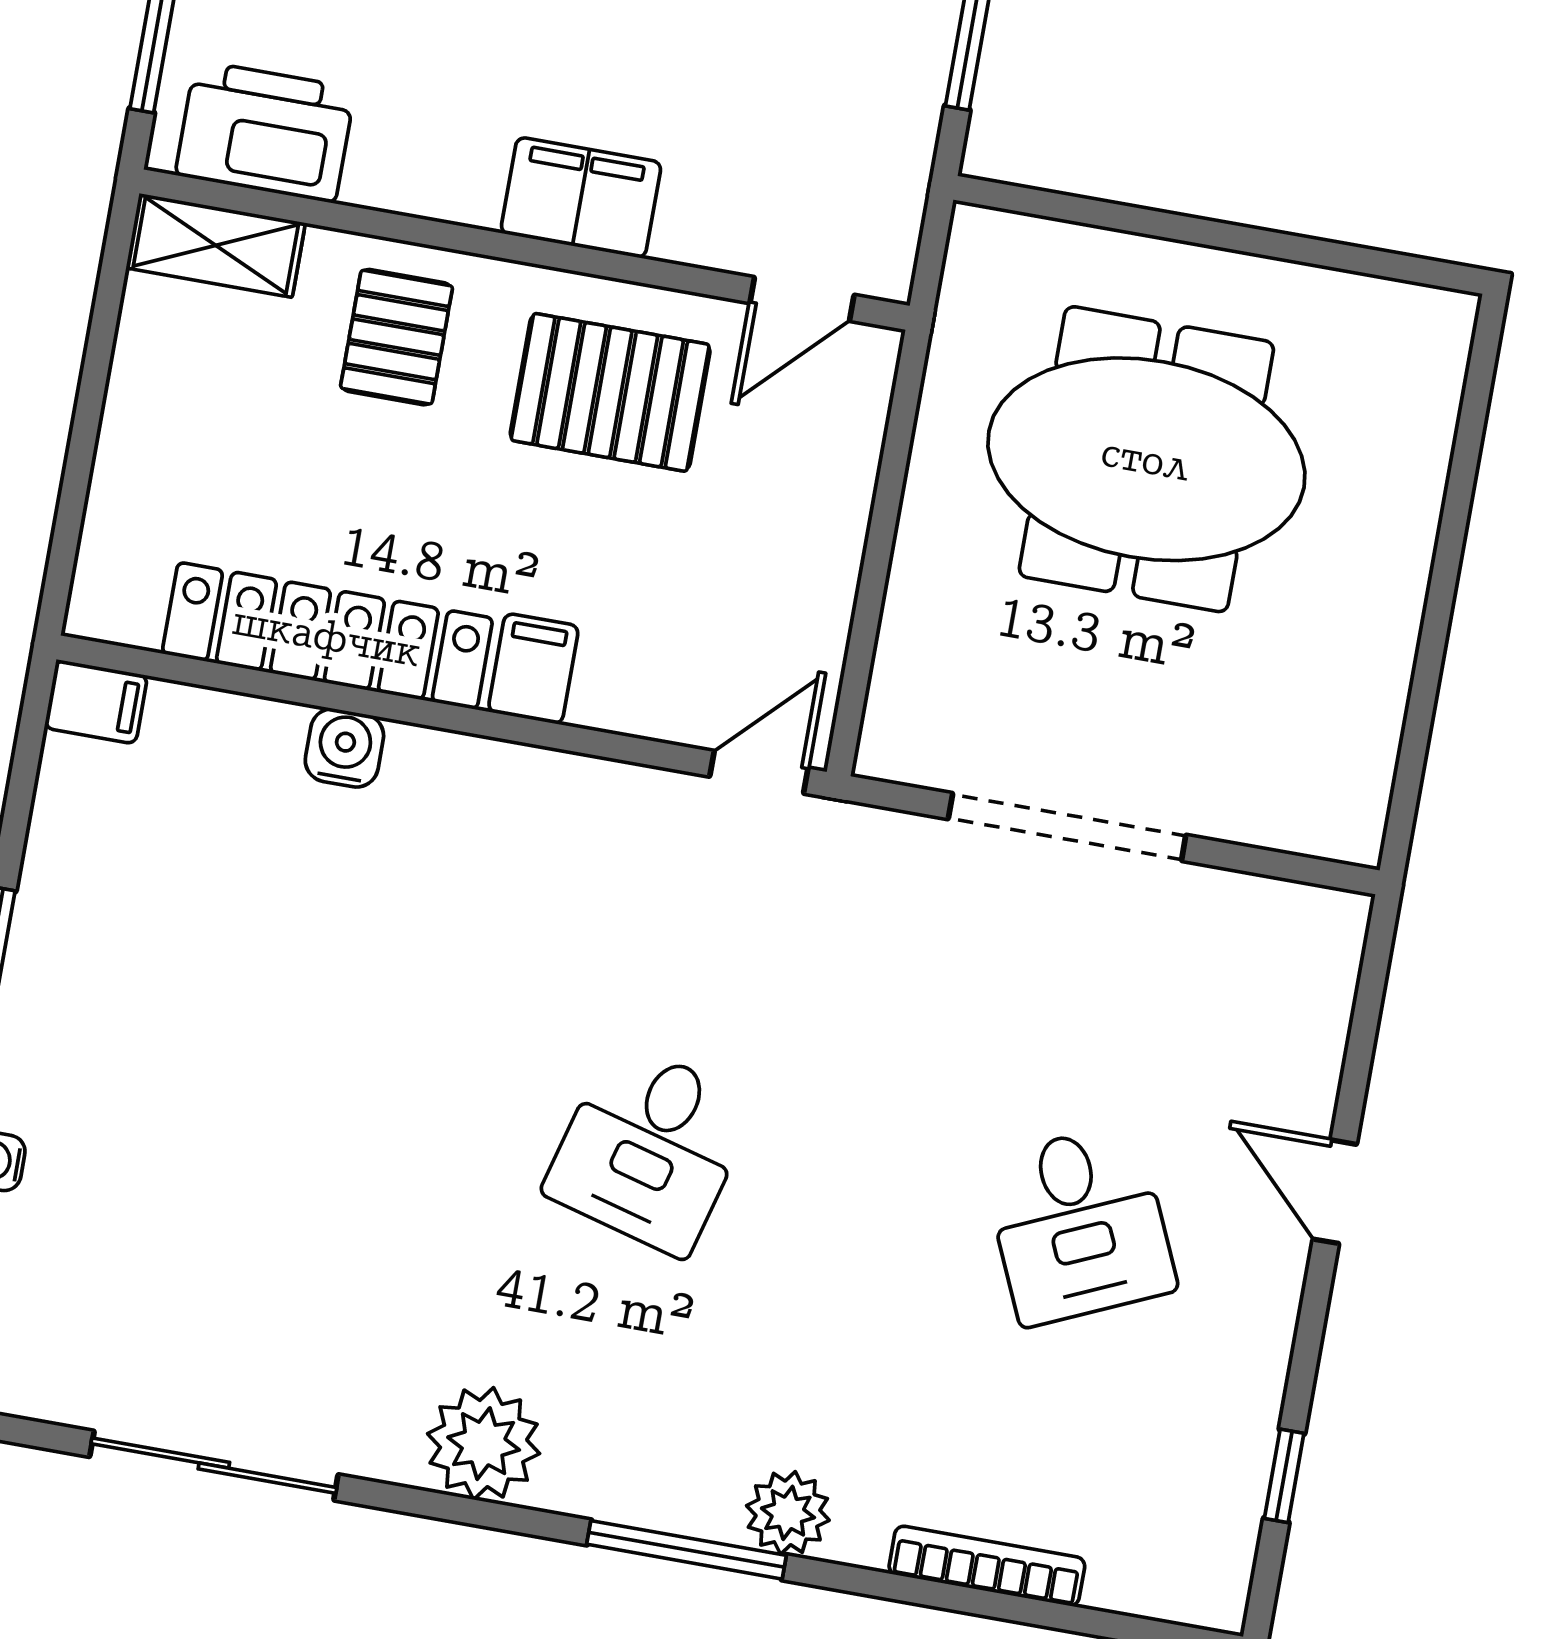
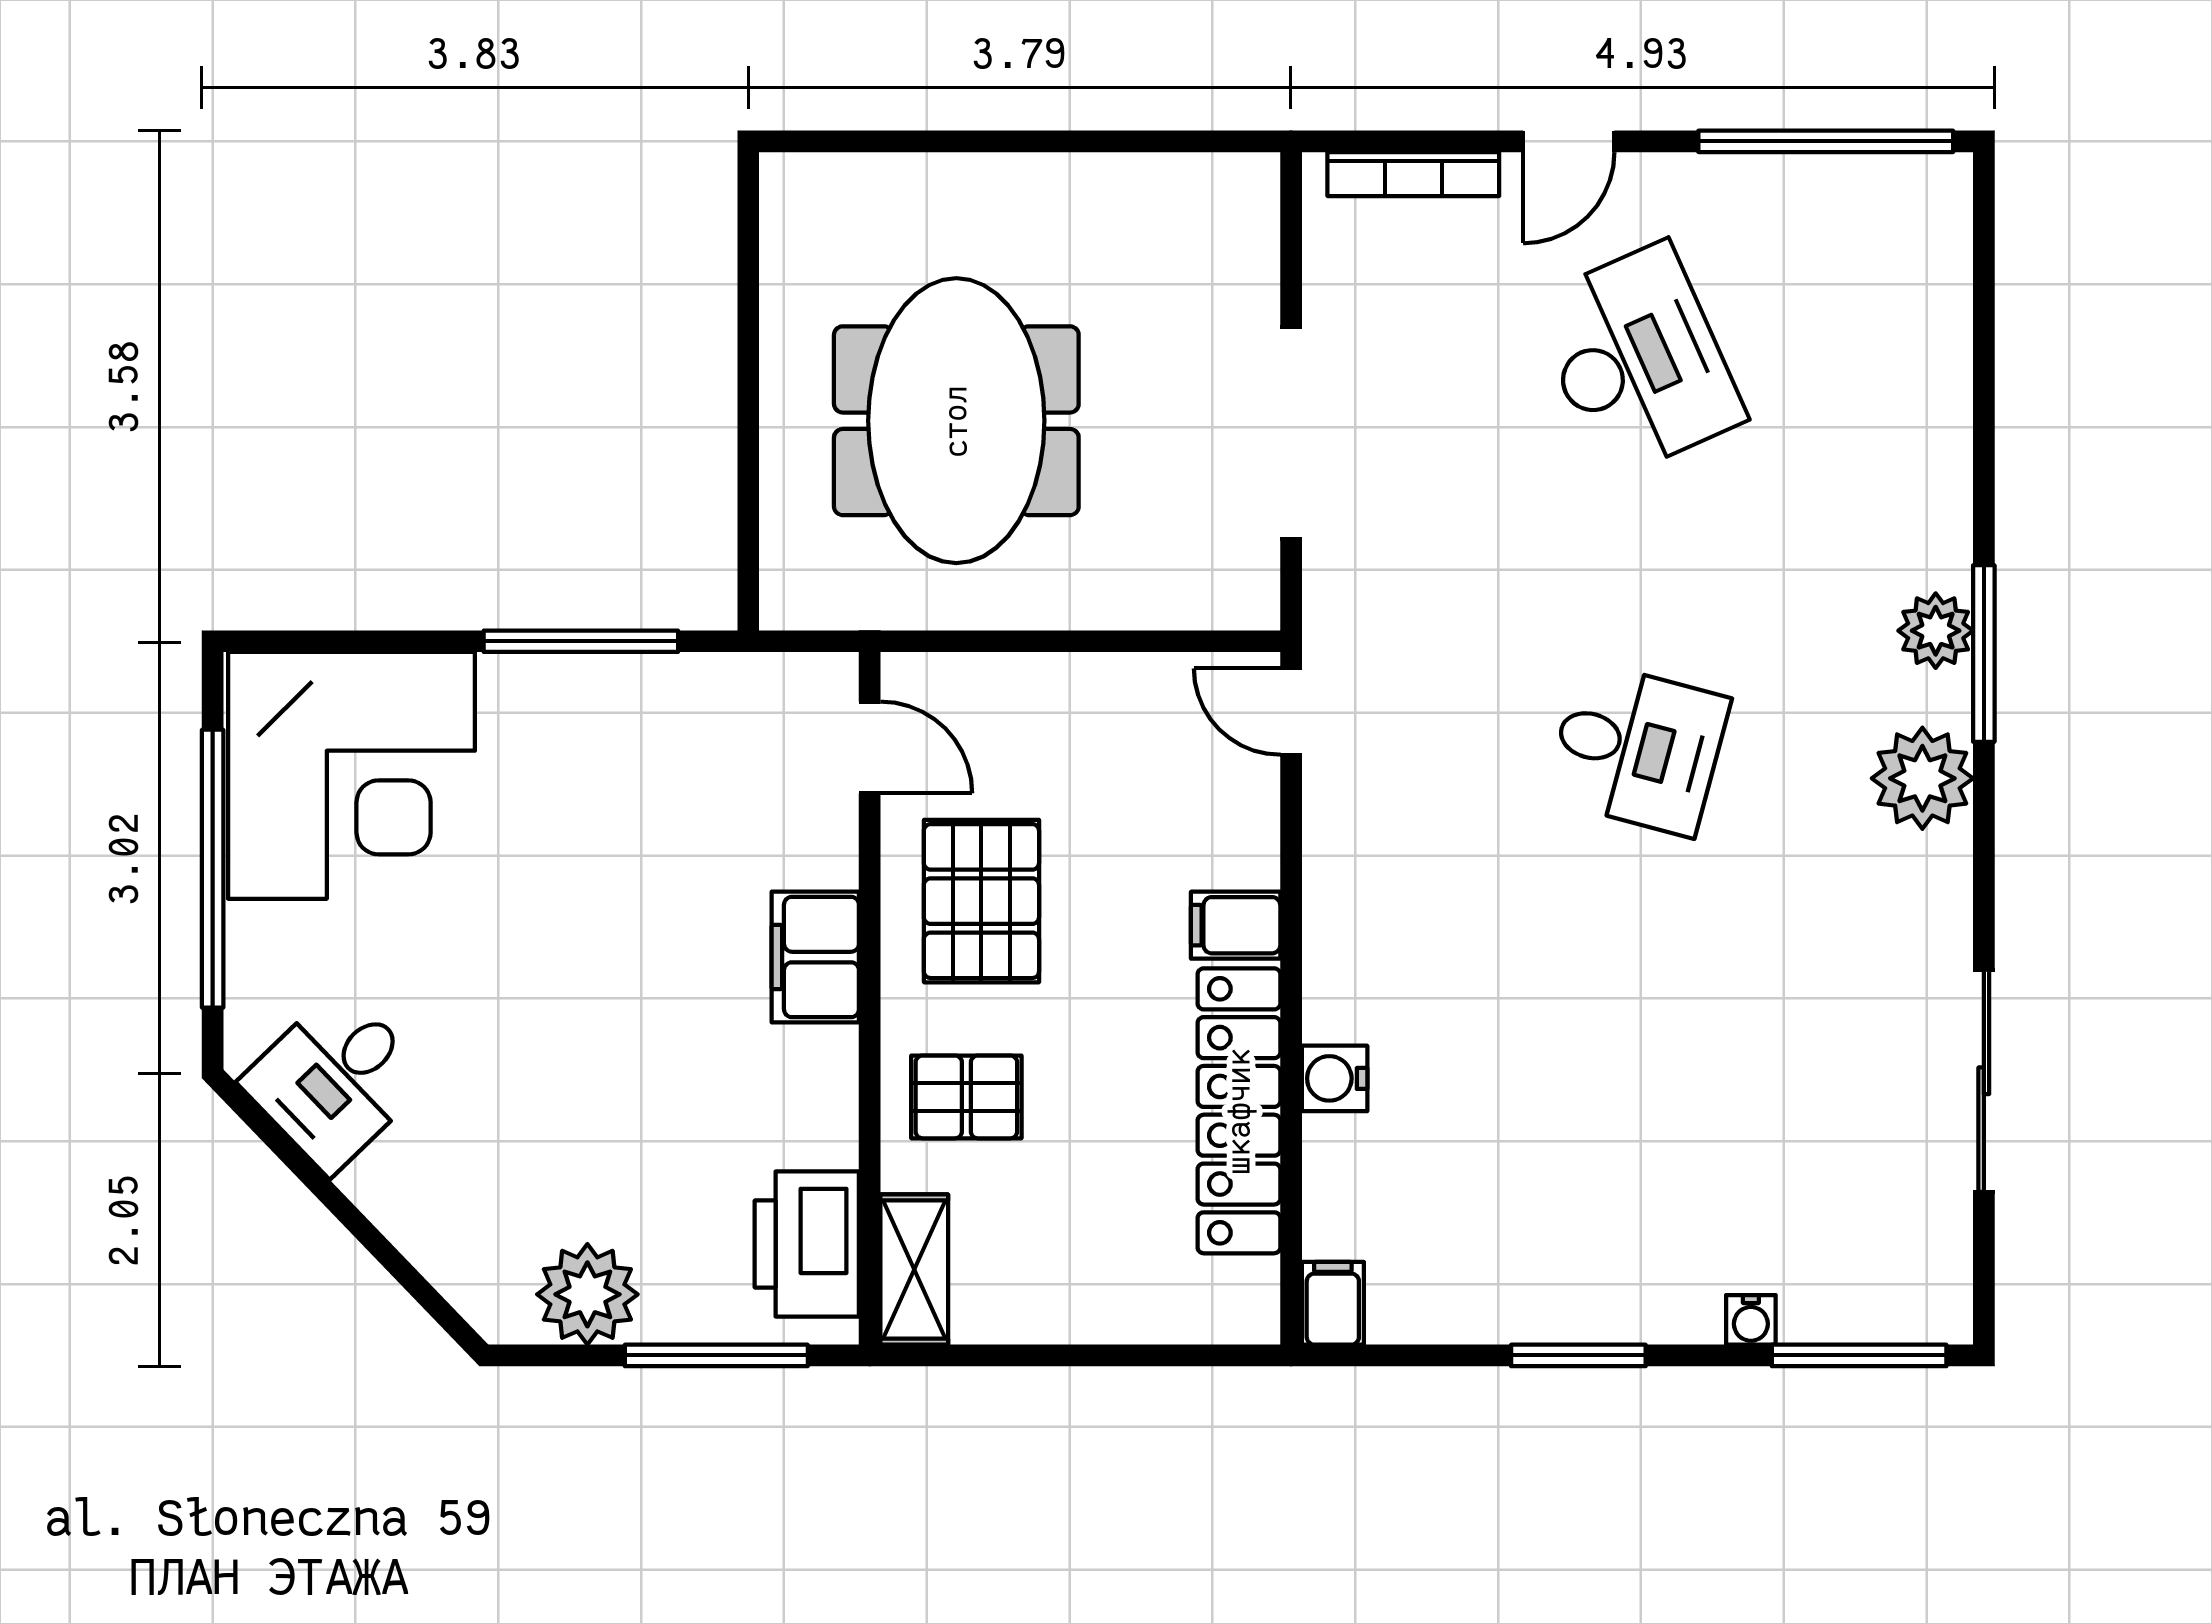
desk: (1079, 1224) -> (1637, 360), width x1.37
plant: (484, 1444) -> (1922, 778), moved
window: (1284, 1476) -> (1826, 141), width x3.17
plant: (788, 1513) -> (1936, 631), moved
bookcase: (987, 1566) -> (1413, 174), moved, turned -90

